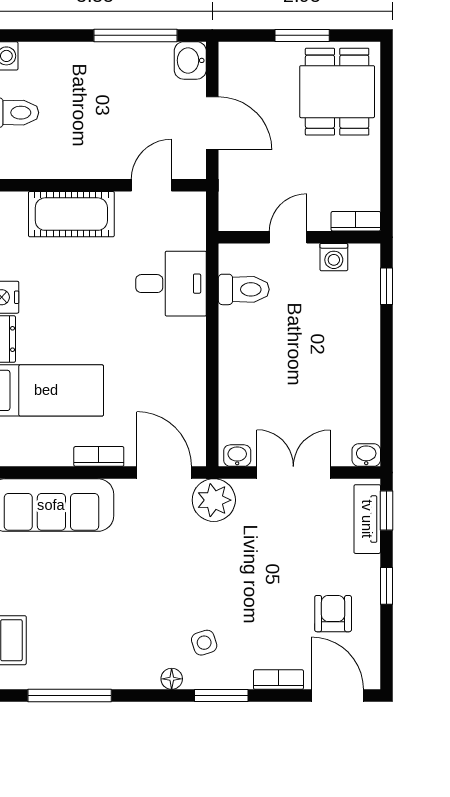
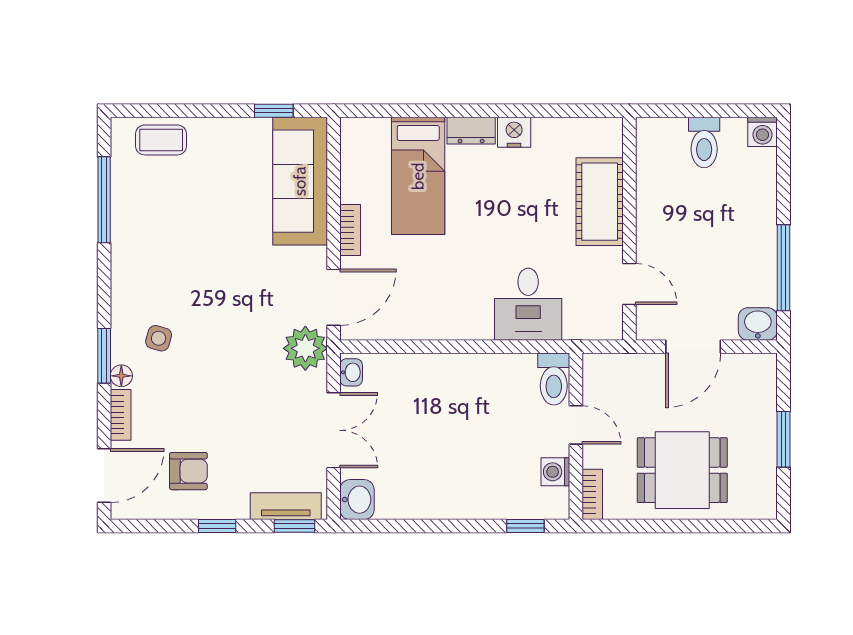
dining table: (337, 92) -> (682, 470), moved
toilet: (244, 289) -> (554, 379), moved
washbasin: (366, 455) -> (357, 500), width x1.38, depth x1.45
side table: (204, 643) -> (159, 338), turned 34
floor lamp: (172, 679) -> (121, 376), moved

